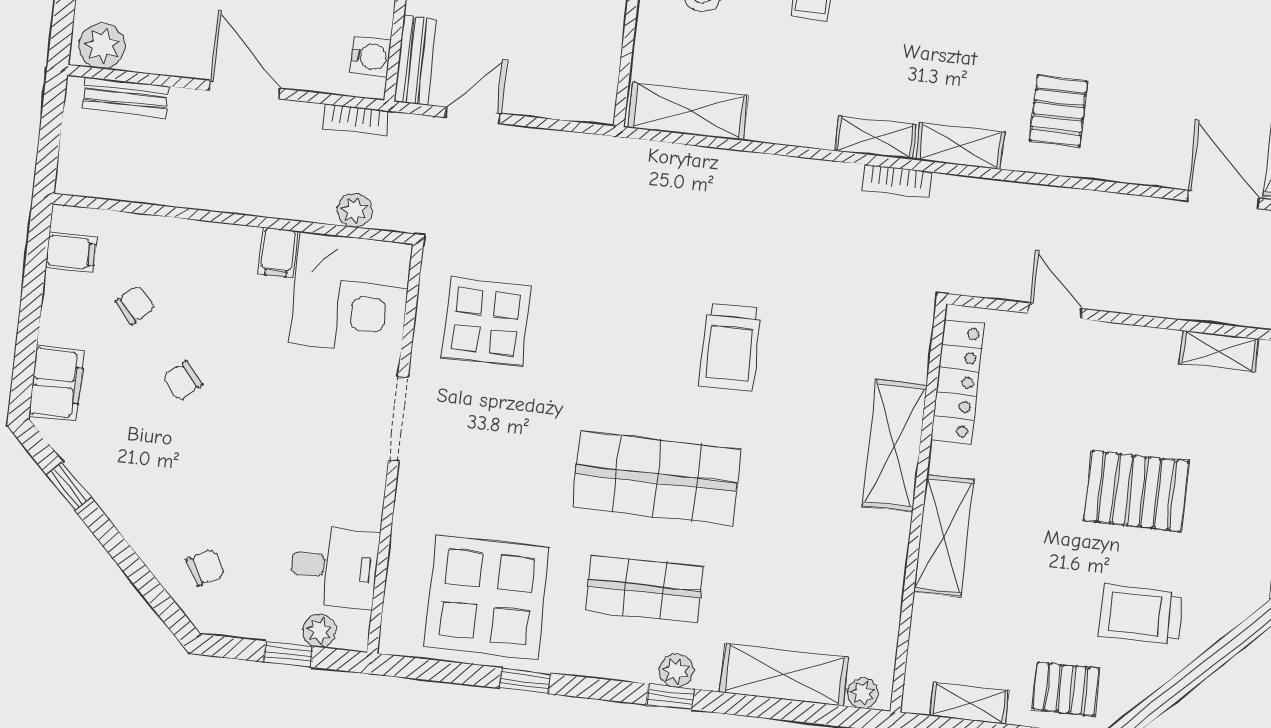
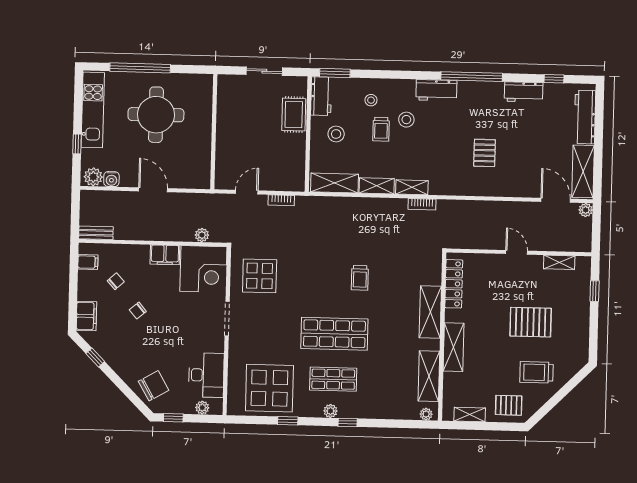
water cooler: (371, 57) -> (111, 179), moved, turned 90
bench: (415, 60) -> (221, 172), removed
bench: (126, 97) -> (96, 233), moved
pallet: (1058, 111) -> (485, 153), moved
bookcase: (356, 120) -> (281, 200), moved
shelving: (960, 146) -> (377, 186), moved
filing cabinet: (278, 253) -> (165, 255), width x2.00
door: (1055, 311) -> (517, 252), moved
trolley: (730, 347) -> (360, 278), width x0.73, depth x0.72
chair: (205, 567) -> (154, 386), width x1.87, depth x1.87
desk: (334, 567) -> (206, 375), width x1.37
window: (288, 654) -> (173, 418), moved
plant: (676, 670) -> (330, 411), moved
shelving: (784, 675) -> (429, 376), moved, turned 90

